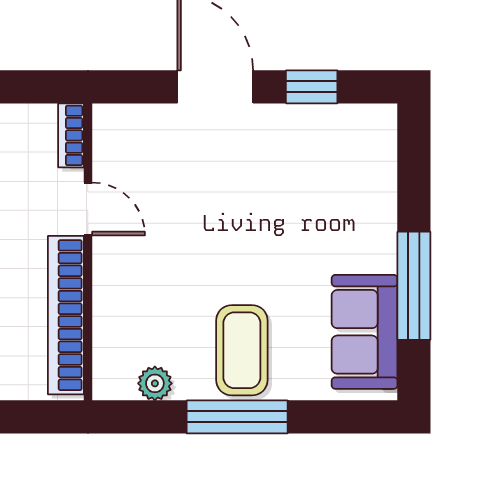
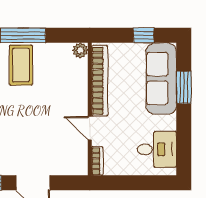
plant: (155, 383) -> (80, 50), moved

